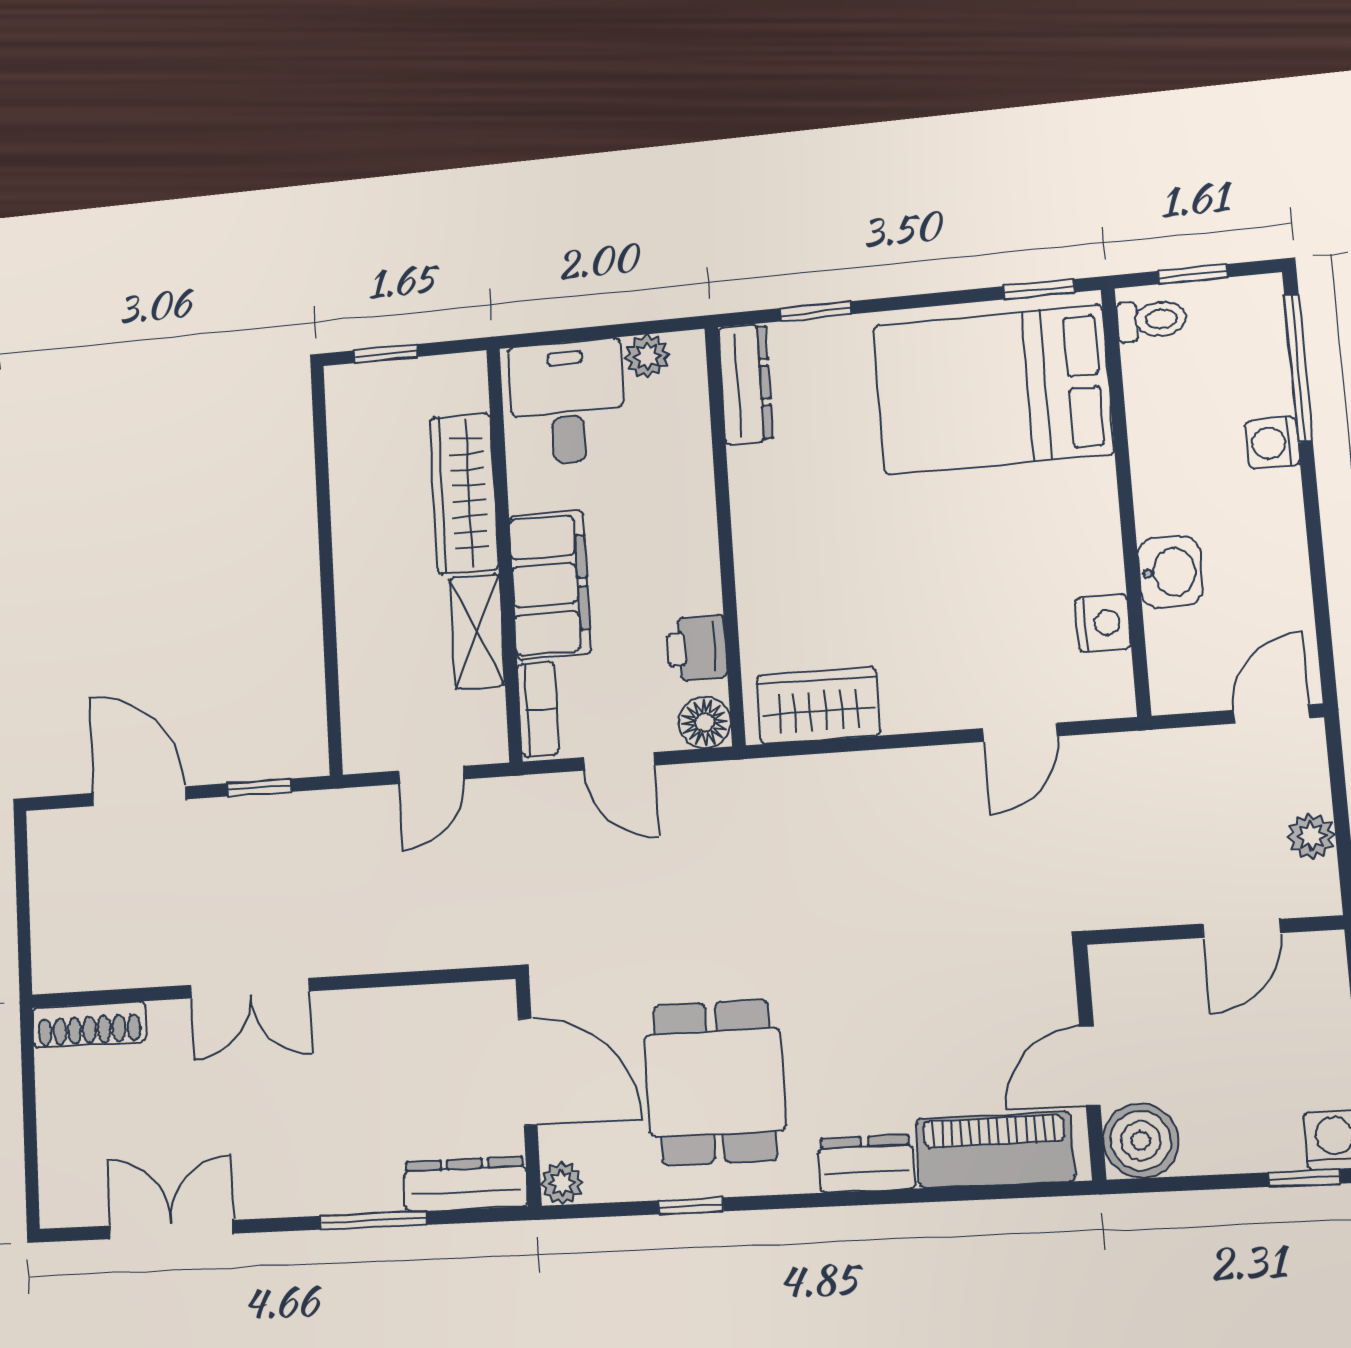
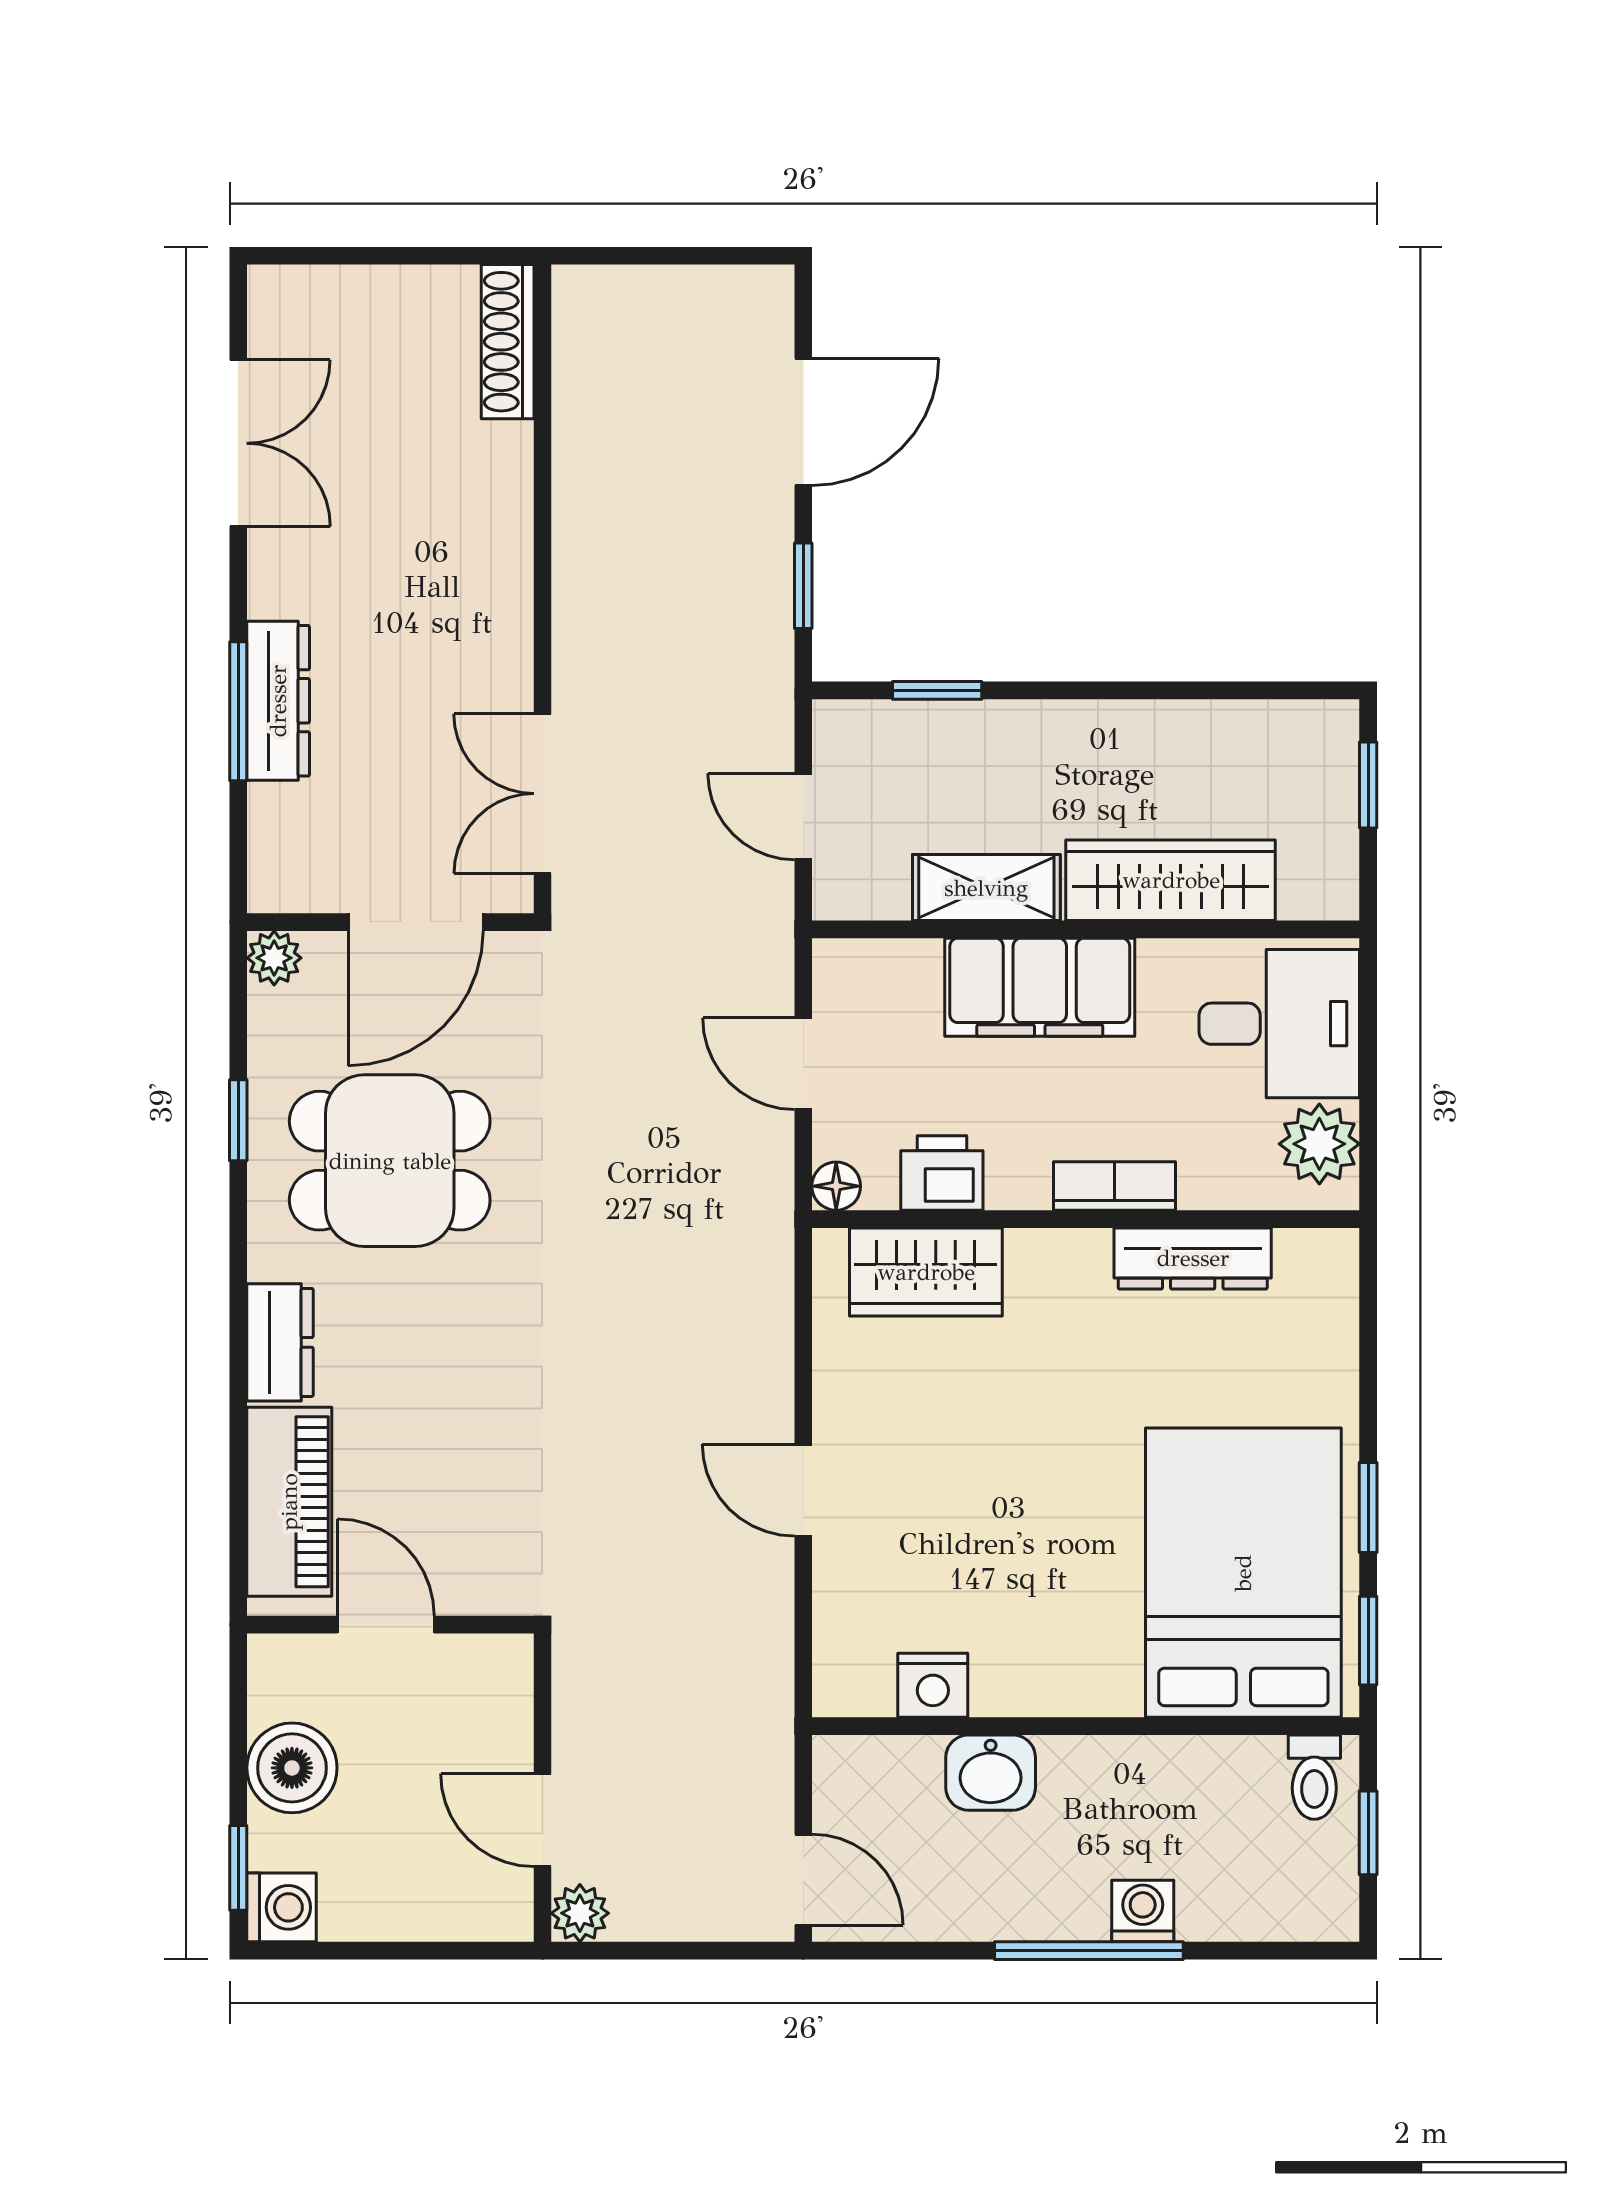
window: (815, 311) -> (1368, 1507), moved
plant: (647, 356) -> (1319, 1144), width x1.38, depth x1.38
window: (1298, 368) -> (1089, 1951), moved
dresser: (745, 384) -> (1193, 1258), moved
window: (332, 680) -> (937, 690), added
wardrobe: (818, 705) -> (926, 1272), moved, turned 90
bookcase: (538, 709) -> (1115, 1186), moved, turned 180
floor lamp: (705, 722) -> (836, 1186), width x0.73, depth x0.73
door: (1020, 732) -> (803, 1490), moved
door: (619, 761) -> (803, 1064), hinge flipped
plant: (1311, 836) -> (580, 1913), moved
double door: (250, 988) -> (542, 794), moved
boiler: (1141, 1141) -> (292, 1768), moved
dresser: (465, 1184) -> (278, 701), moved

